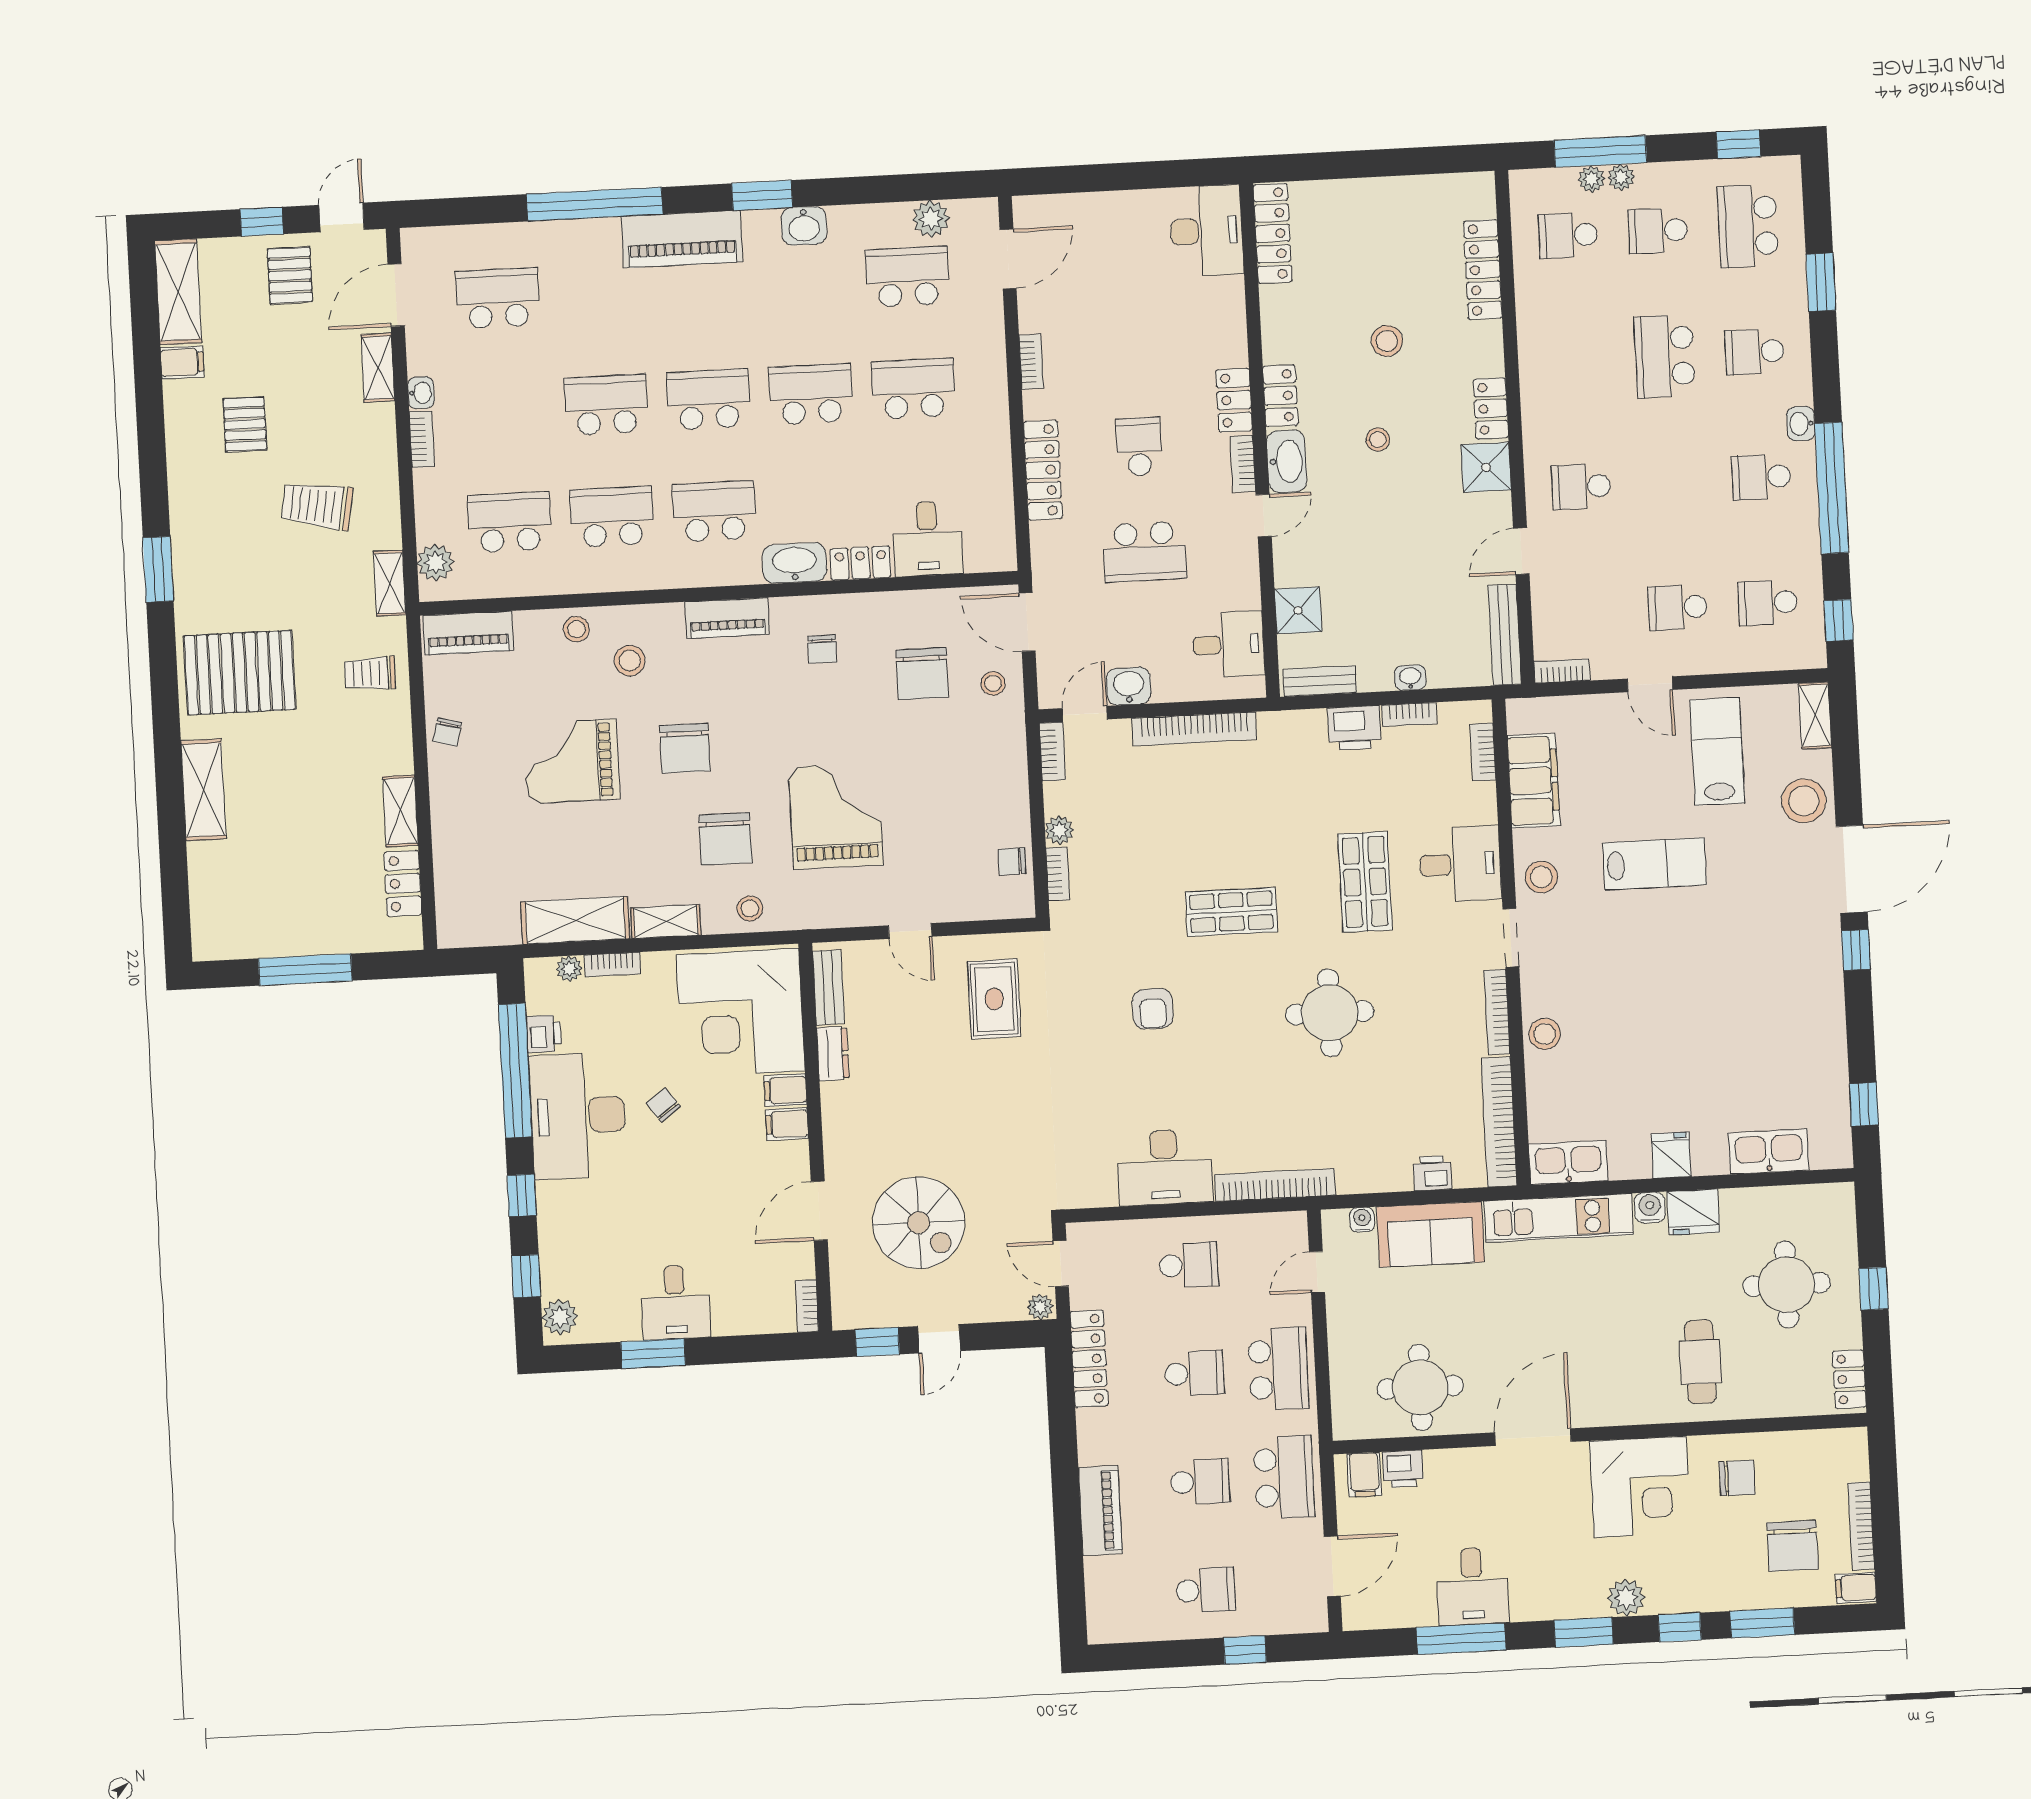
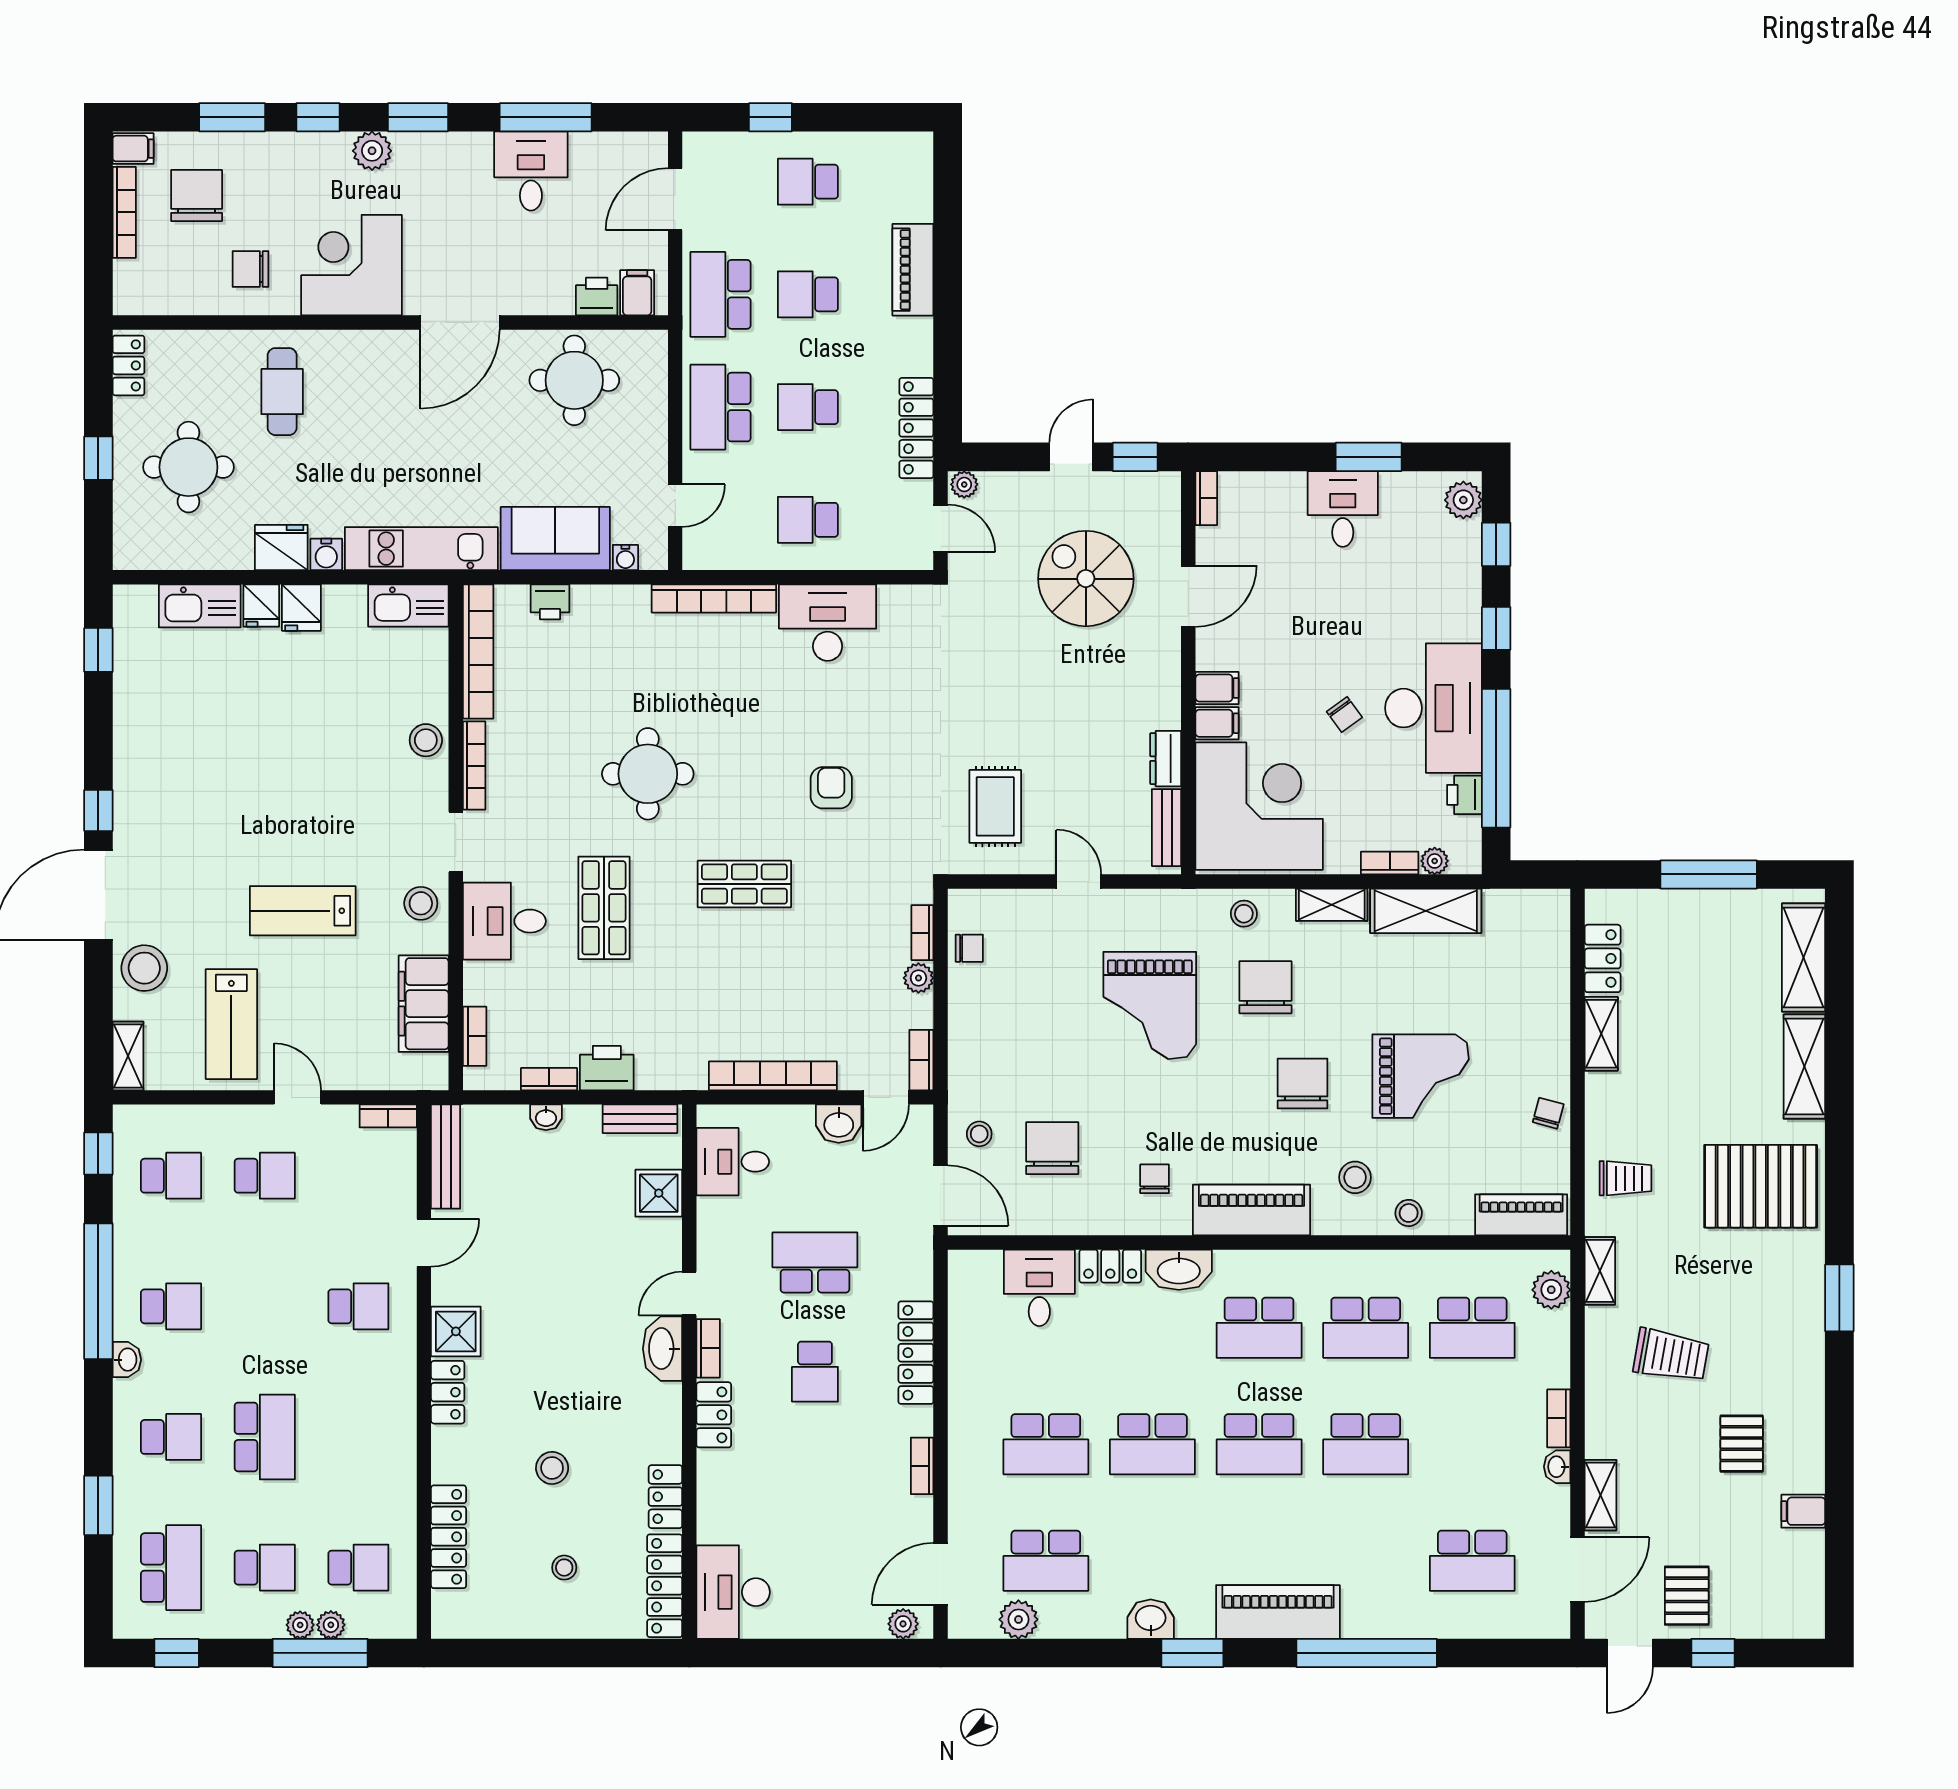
plant: (1042, 209) -> (903, 1624), added
shelving: (178, 292) -> (1804, 957), moved
locker: (1280, 396) -> (665, 1497), moved
stool: (1378, 440) -> (564, 1568), moved
piano: (727, 618) -> (1251, 1210), width x1.37, depth x1.33
fridge: (1710, 1155) -> (261, 606), added

